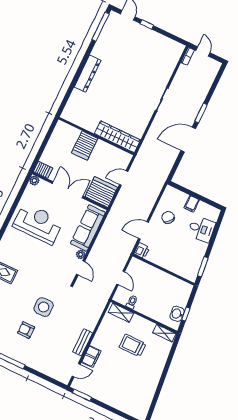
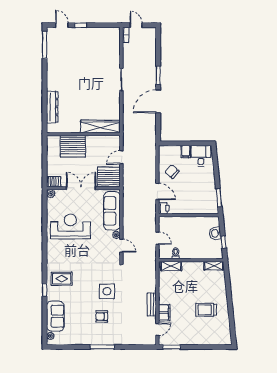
dresser: (88, 74) -> (52, 107), moved
server rack: (85, 146) -> (73, 146), width x1.60
desk: (201, 229) -> (201, 156), moved, turned -84
door: (143, 230) -> (157, 191), swing flipped
washbasin: (177, 314) -> (215, 233), moved
trolley: (133, 345) -> (206, 310), moved

